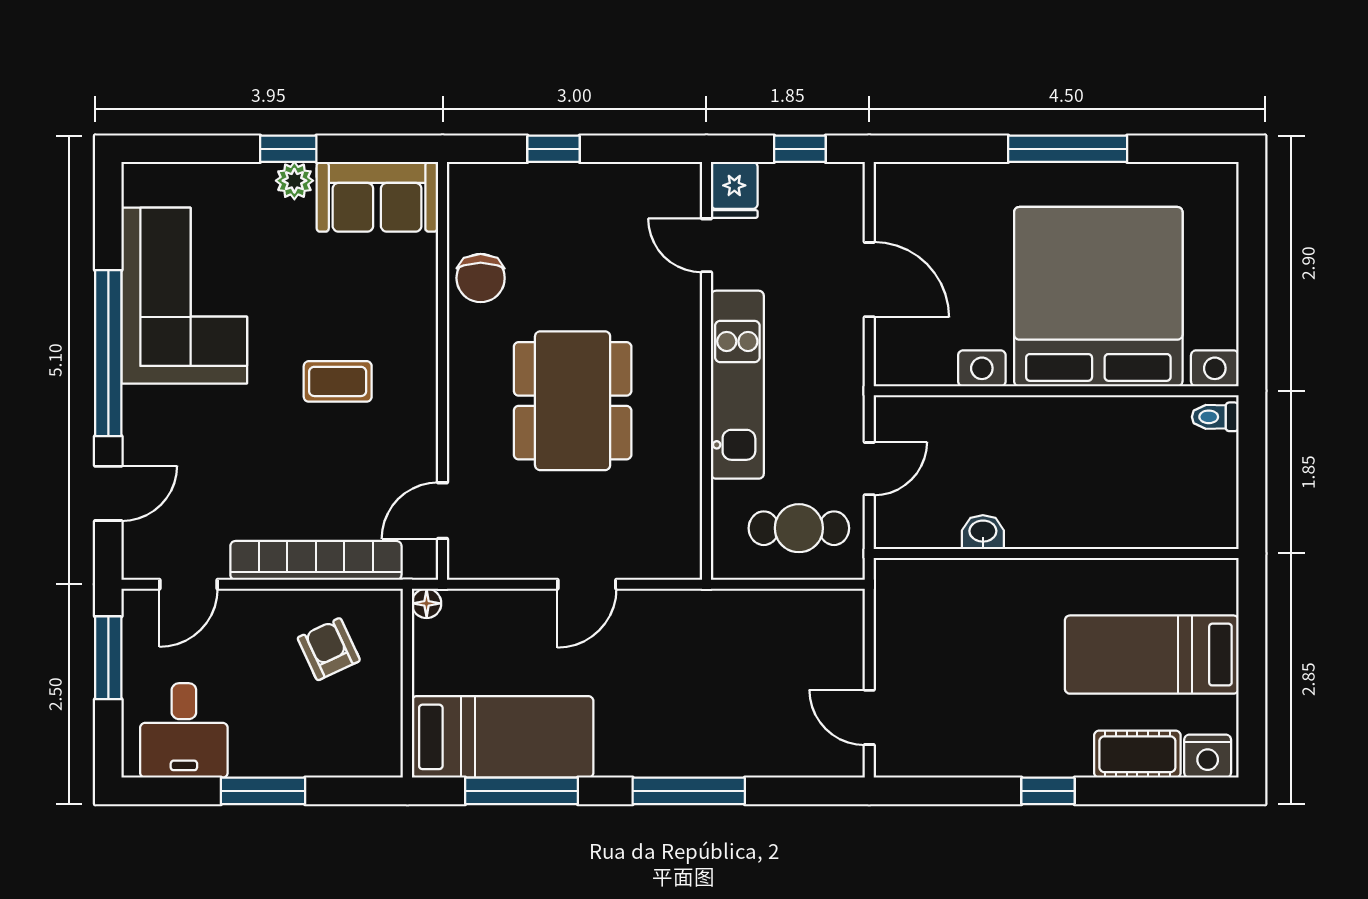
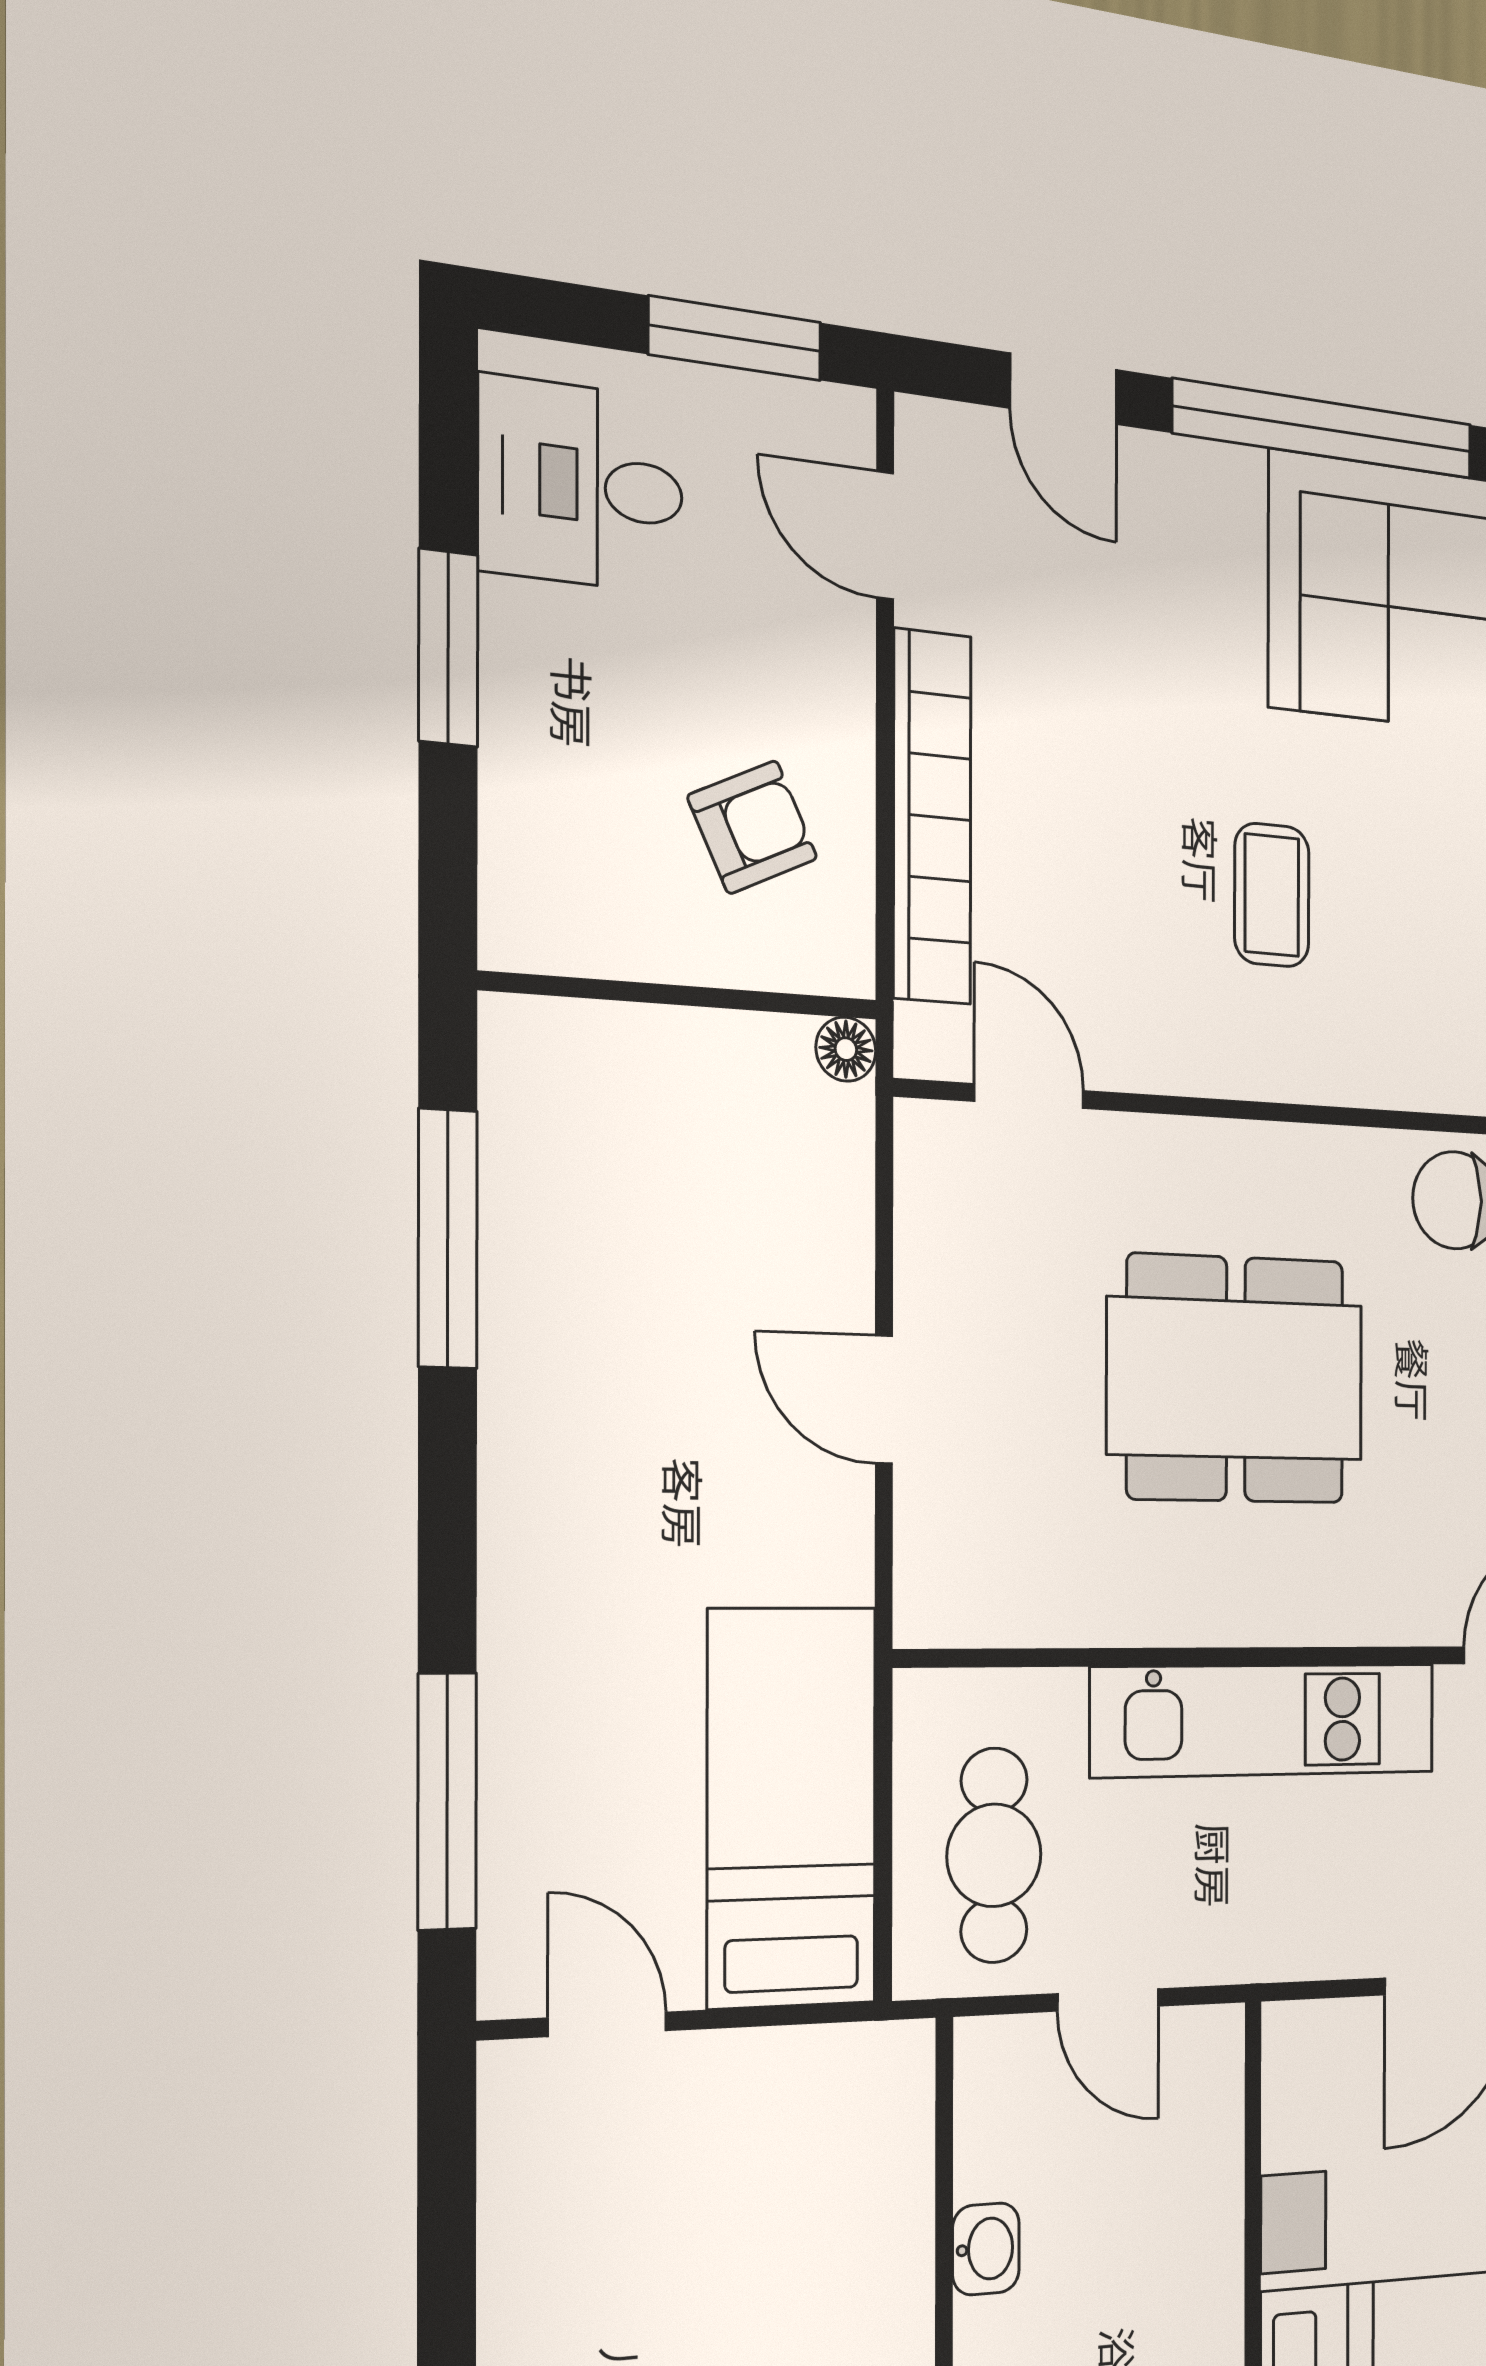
door: (869, 717) -> (607, 2024), hinge flipped
bed: (503, 737) -> (792, 1807), moved, turned 180
window: (689, 791) -> (447, 1801), moved

